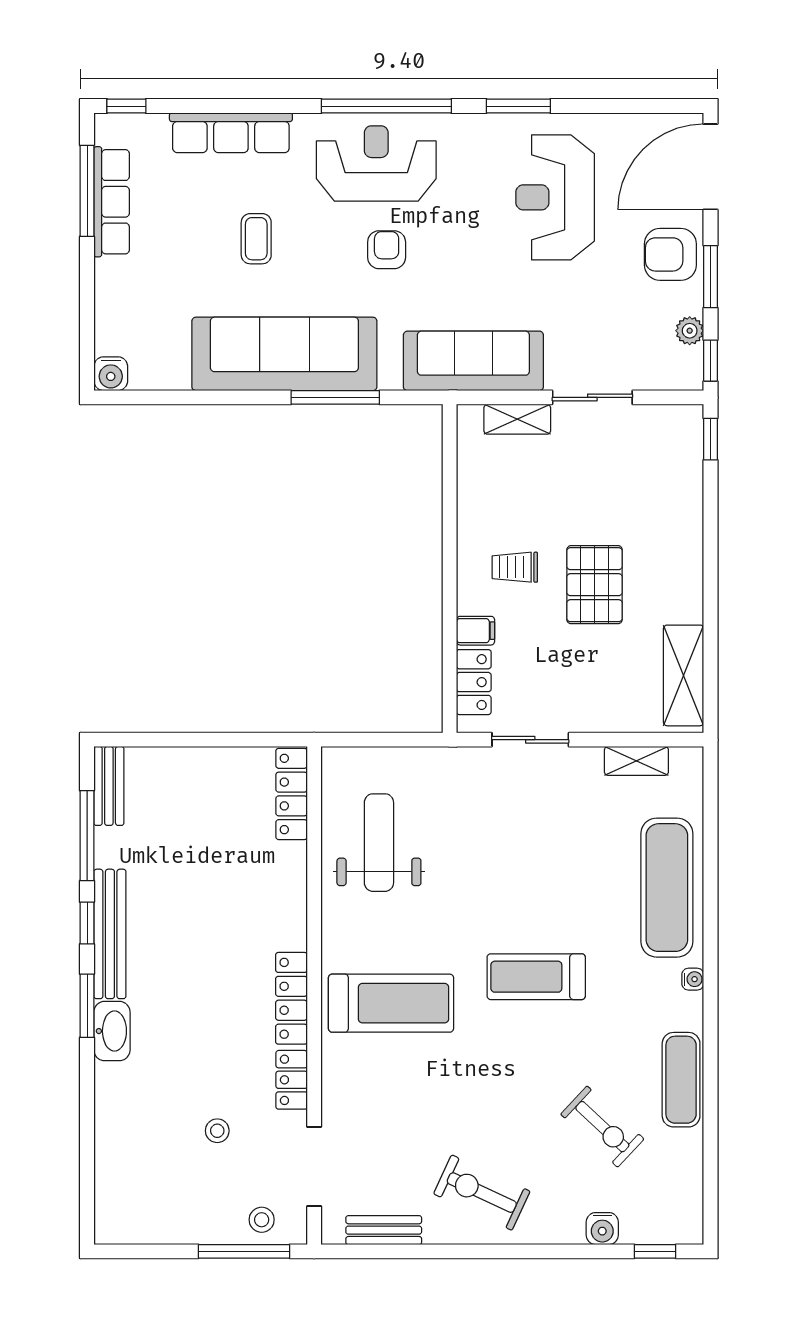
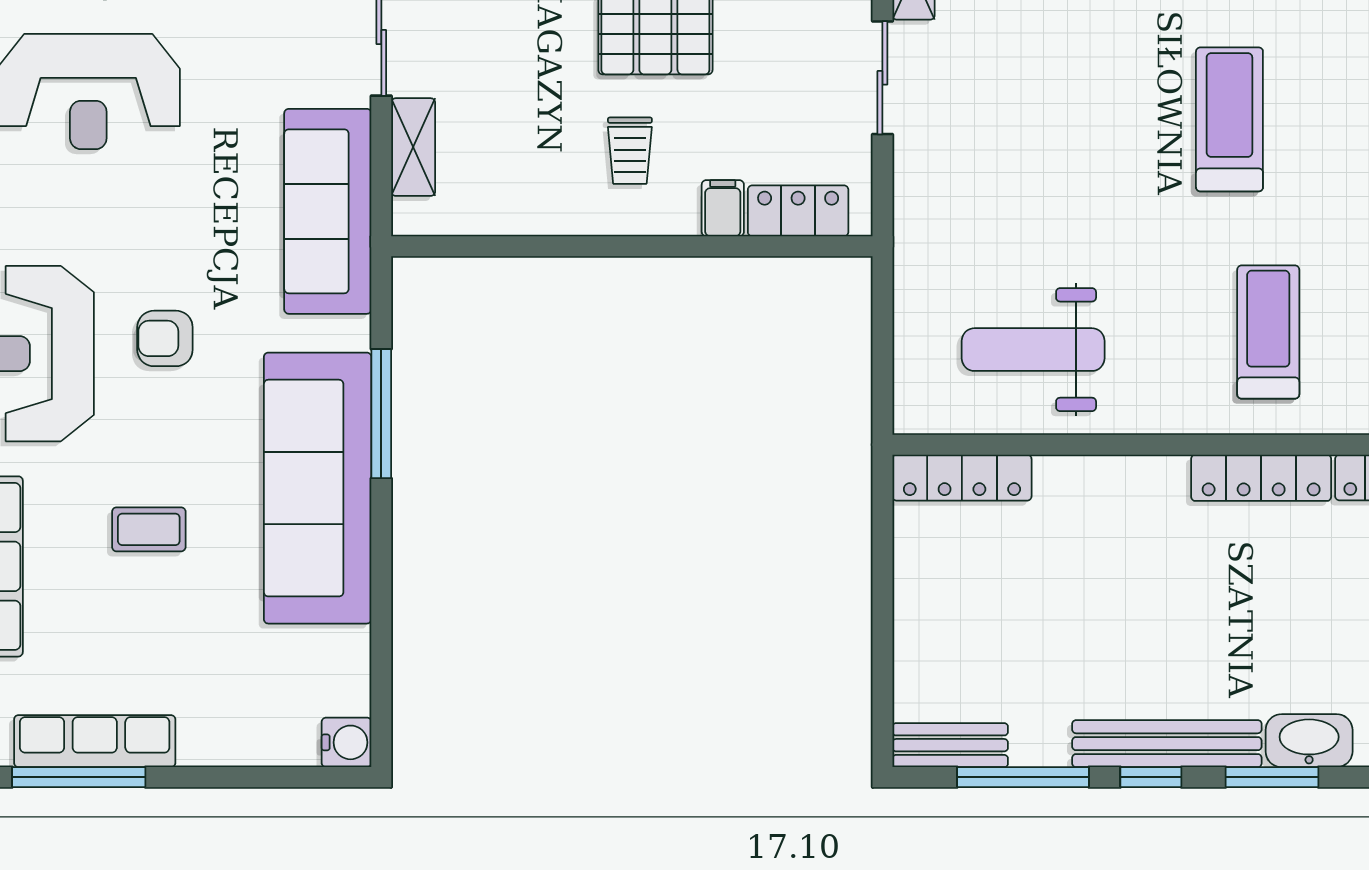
sliding door: (530, 740) -> (882, 78), moved
treadmill: (536, 977) -> (1229, 119), turned 180
treadmill: (391, 1003) -> (1268, 332), width x0.73, depth x0.73

